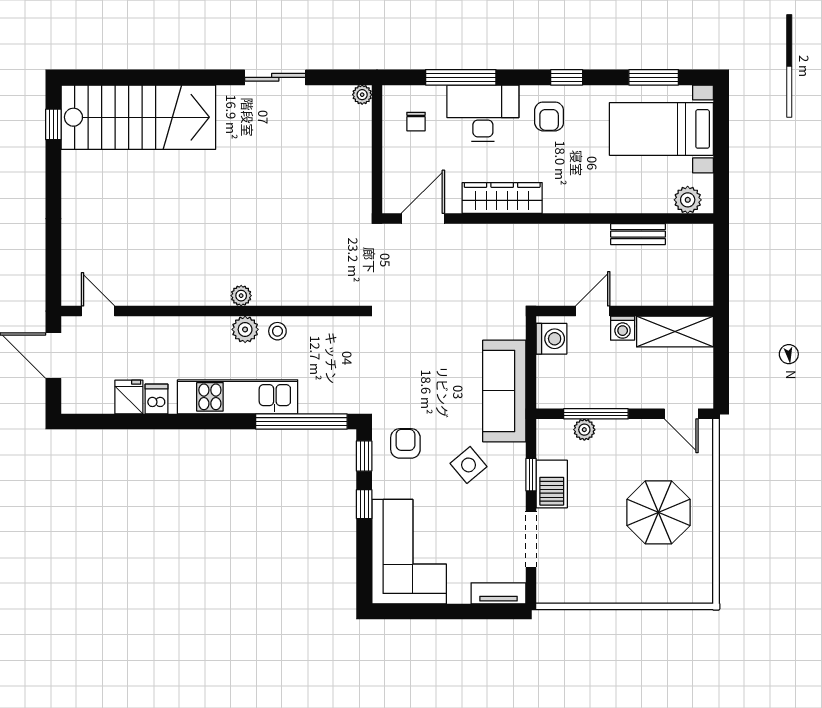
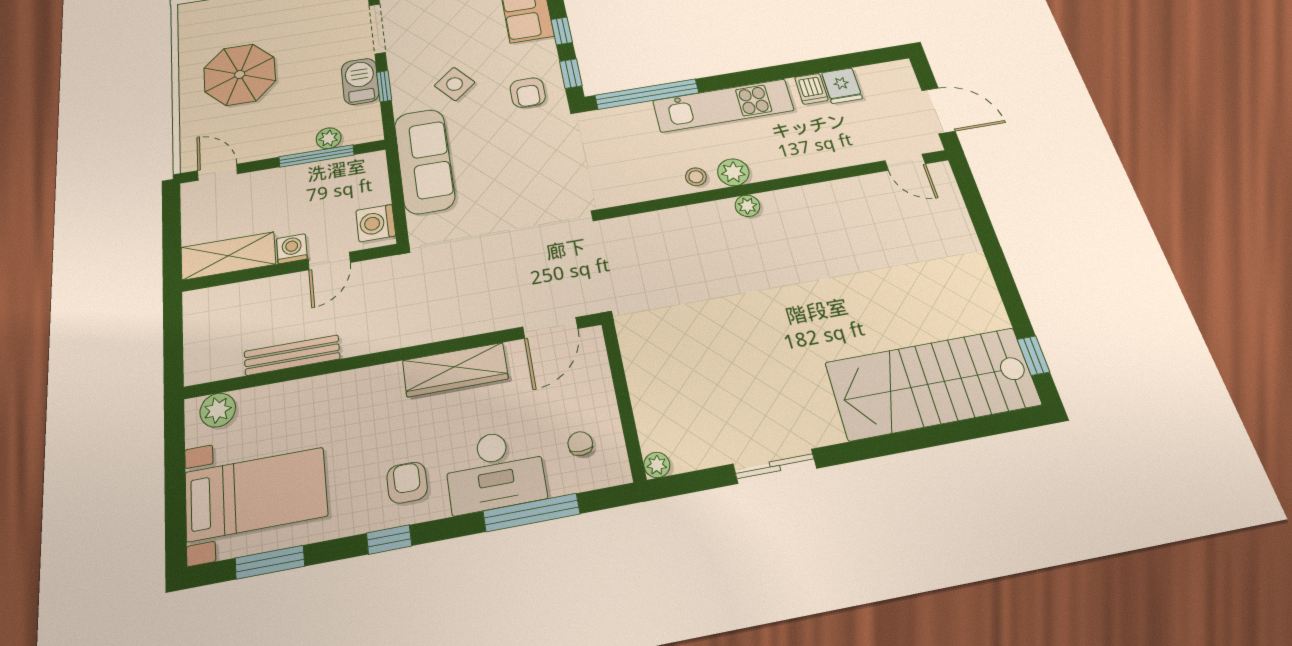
bench: (638, 234) -> (292, 355), width x1.36

